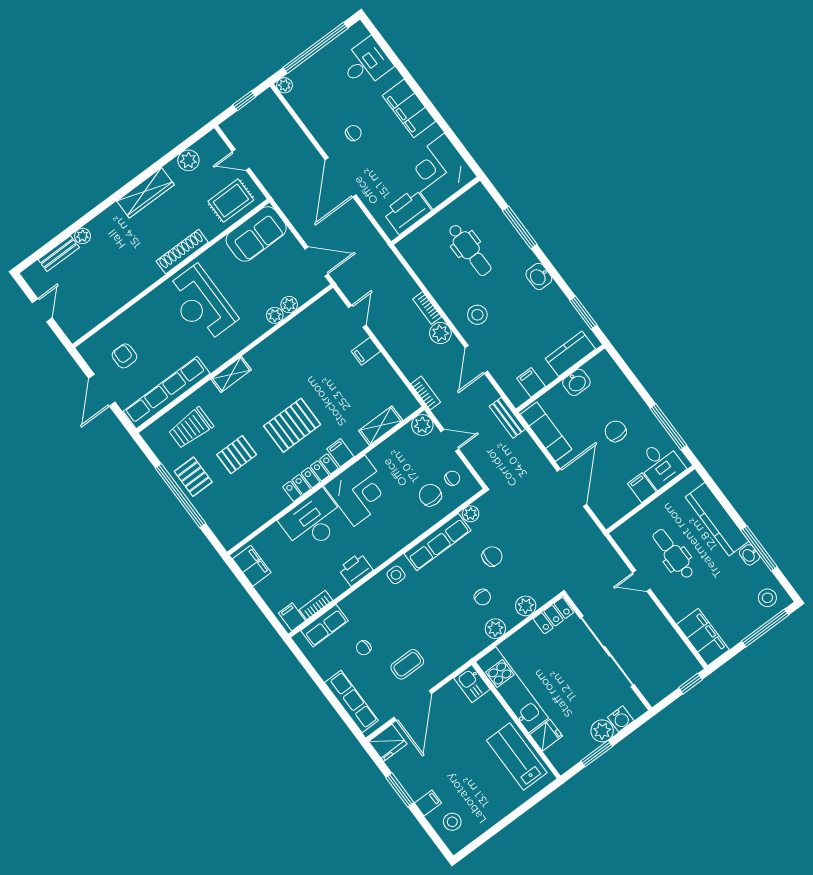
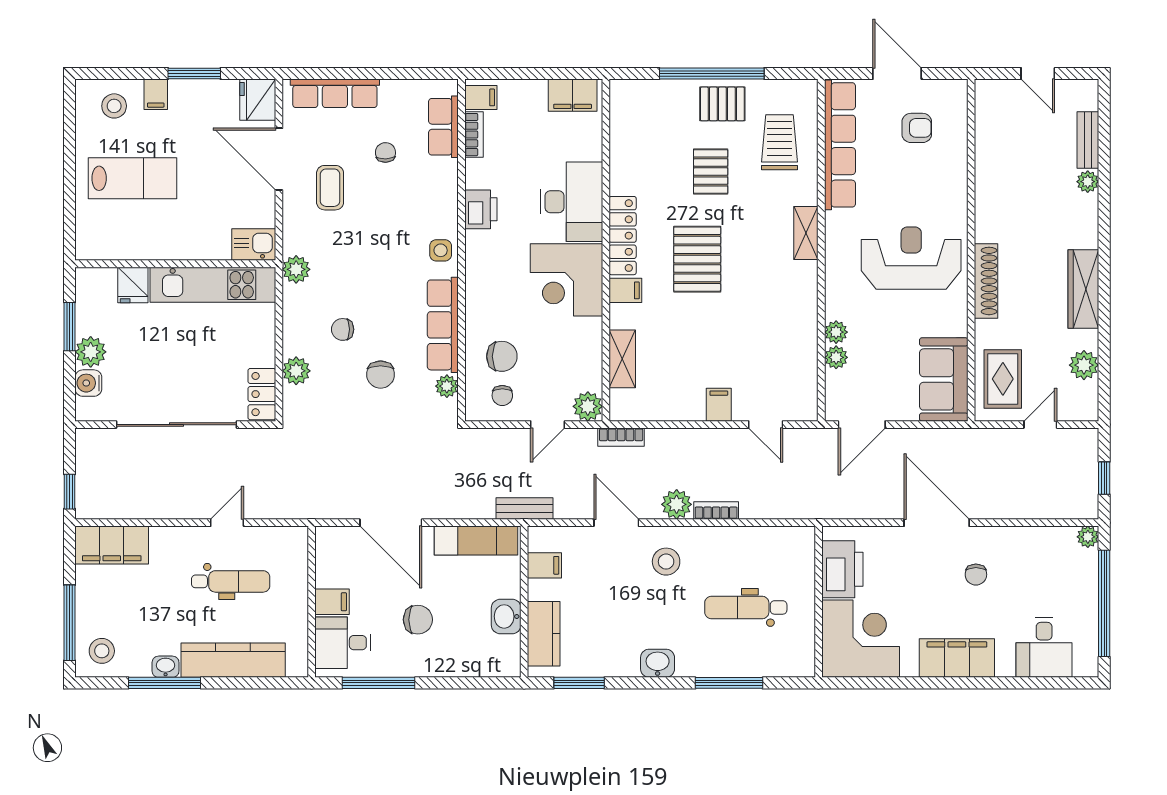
plant: (495, 629) -> (296, 269), moved
lab bench: (517, 757) -> (133, 178), moved

